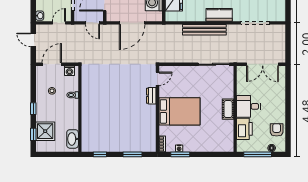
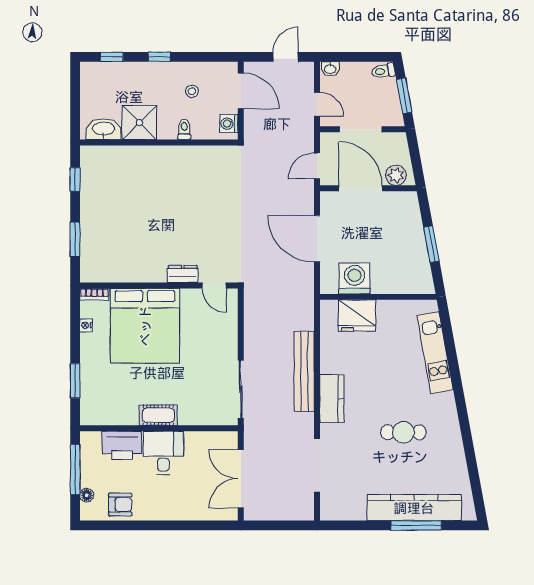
bed: (179, 111) -> (145, 326), width x1.36
shower: (45, 131) -> (139, 123), moved
window: (180, 154) -> (75, 381), moved

